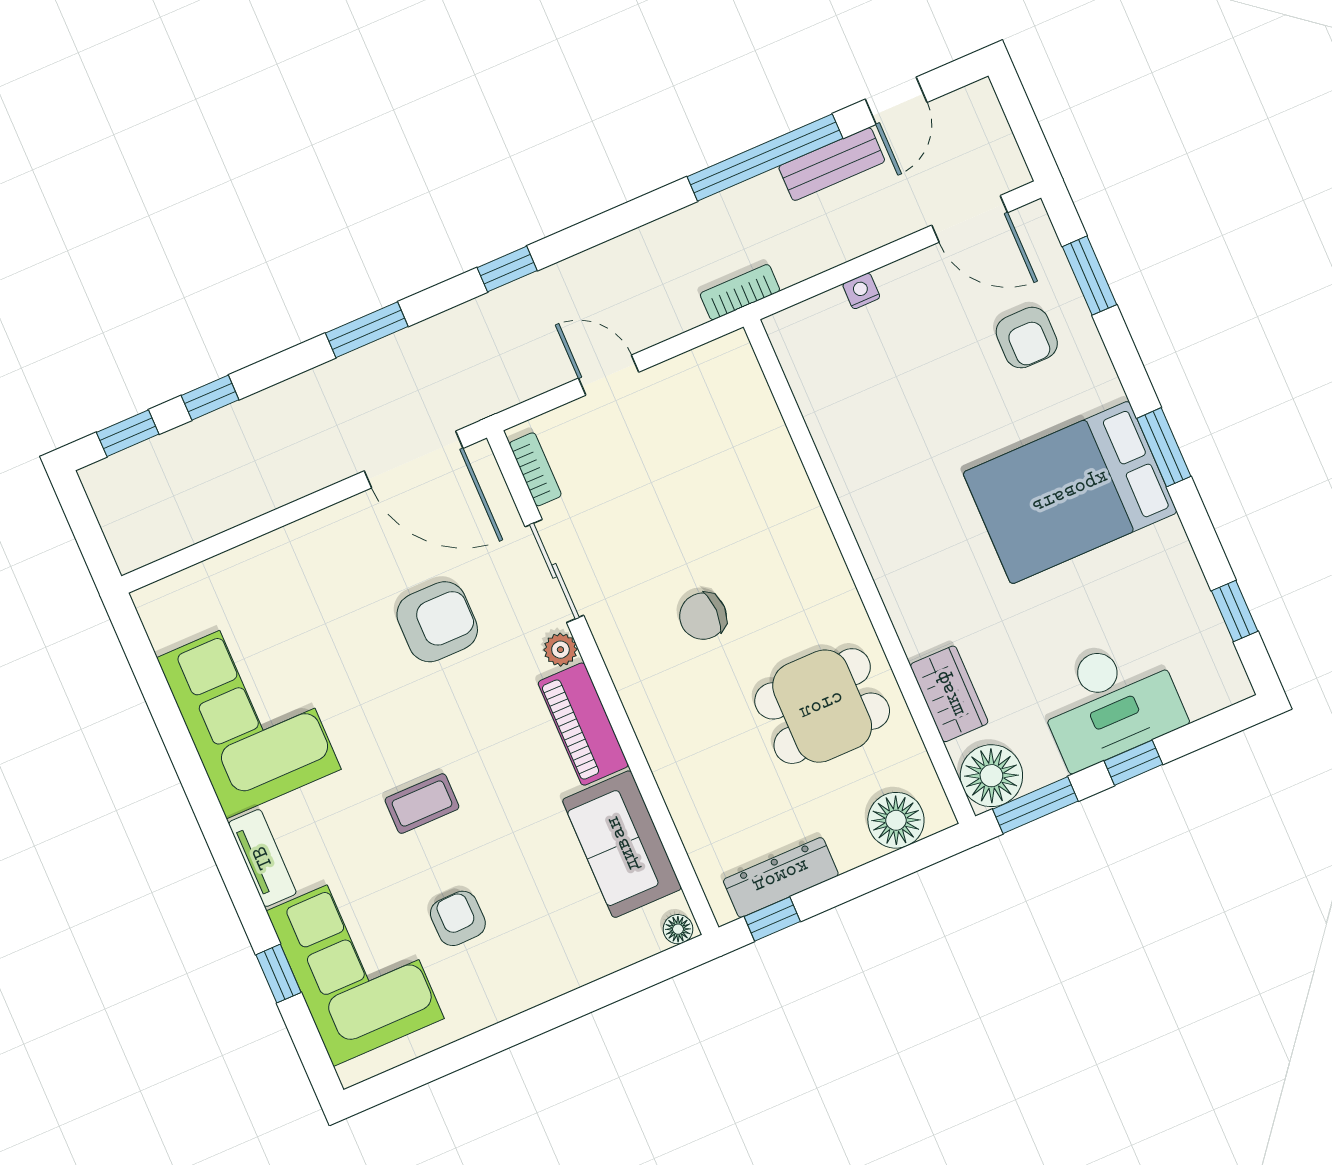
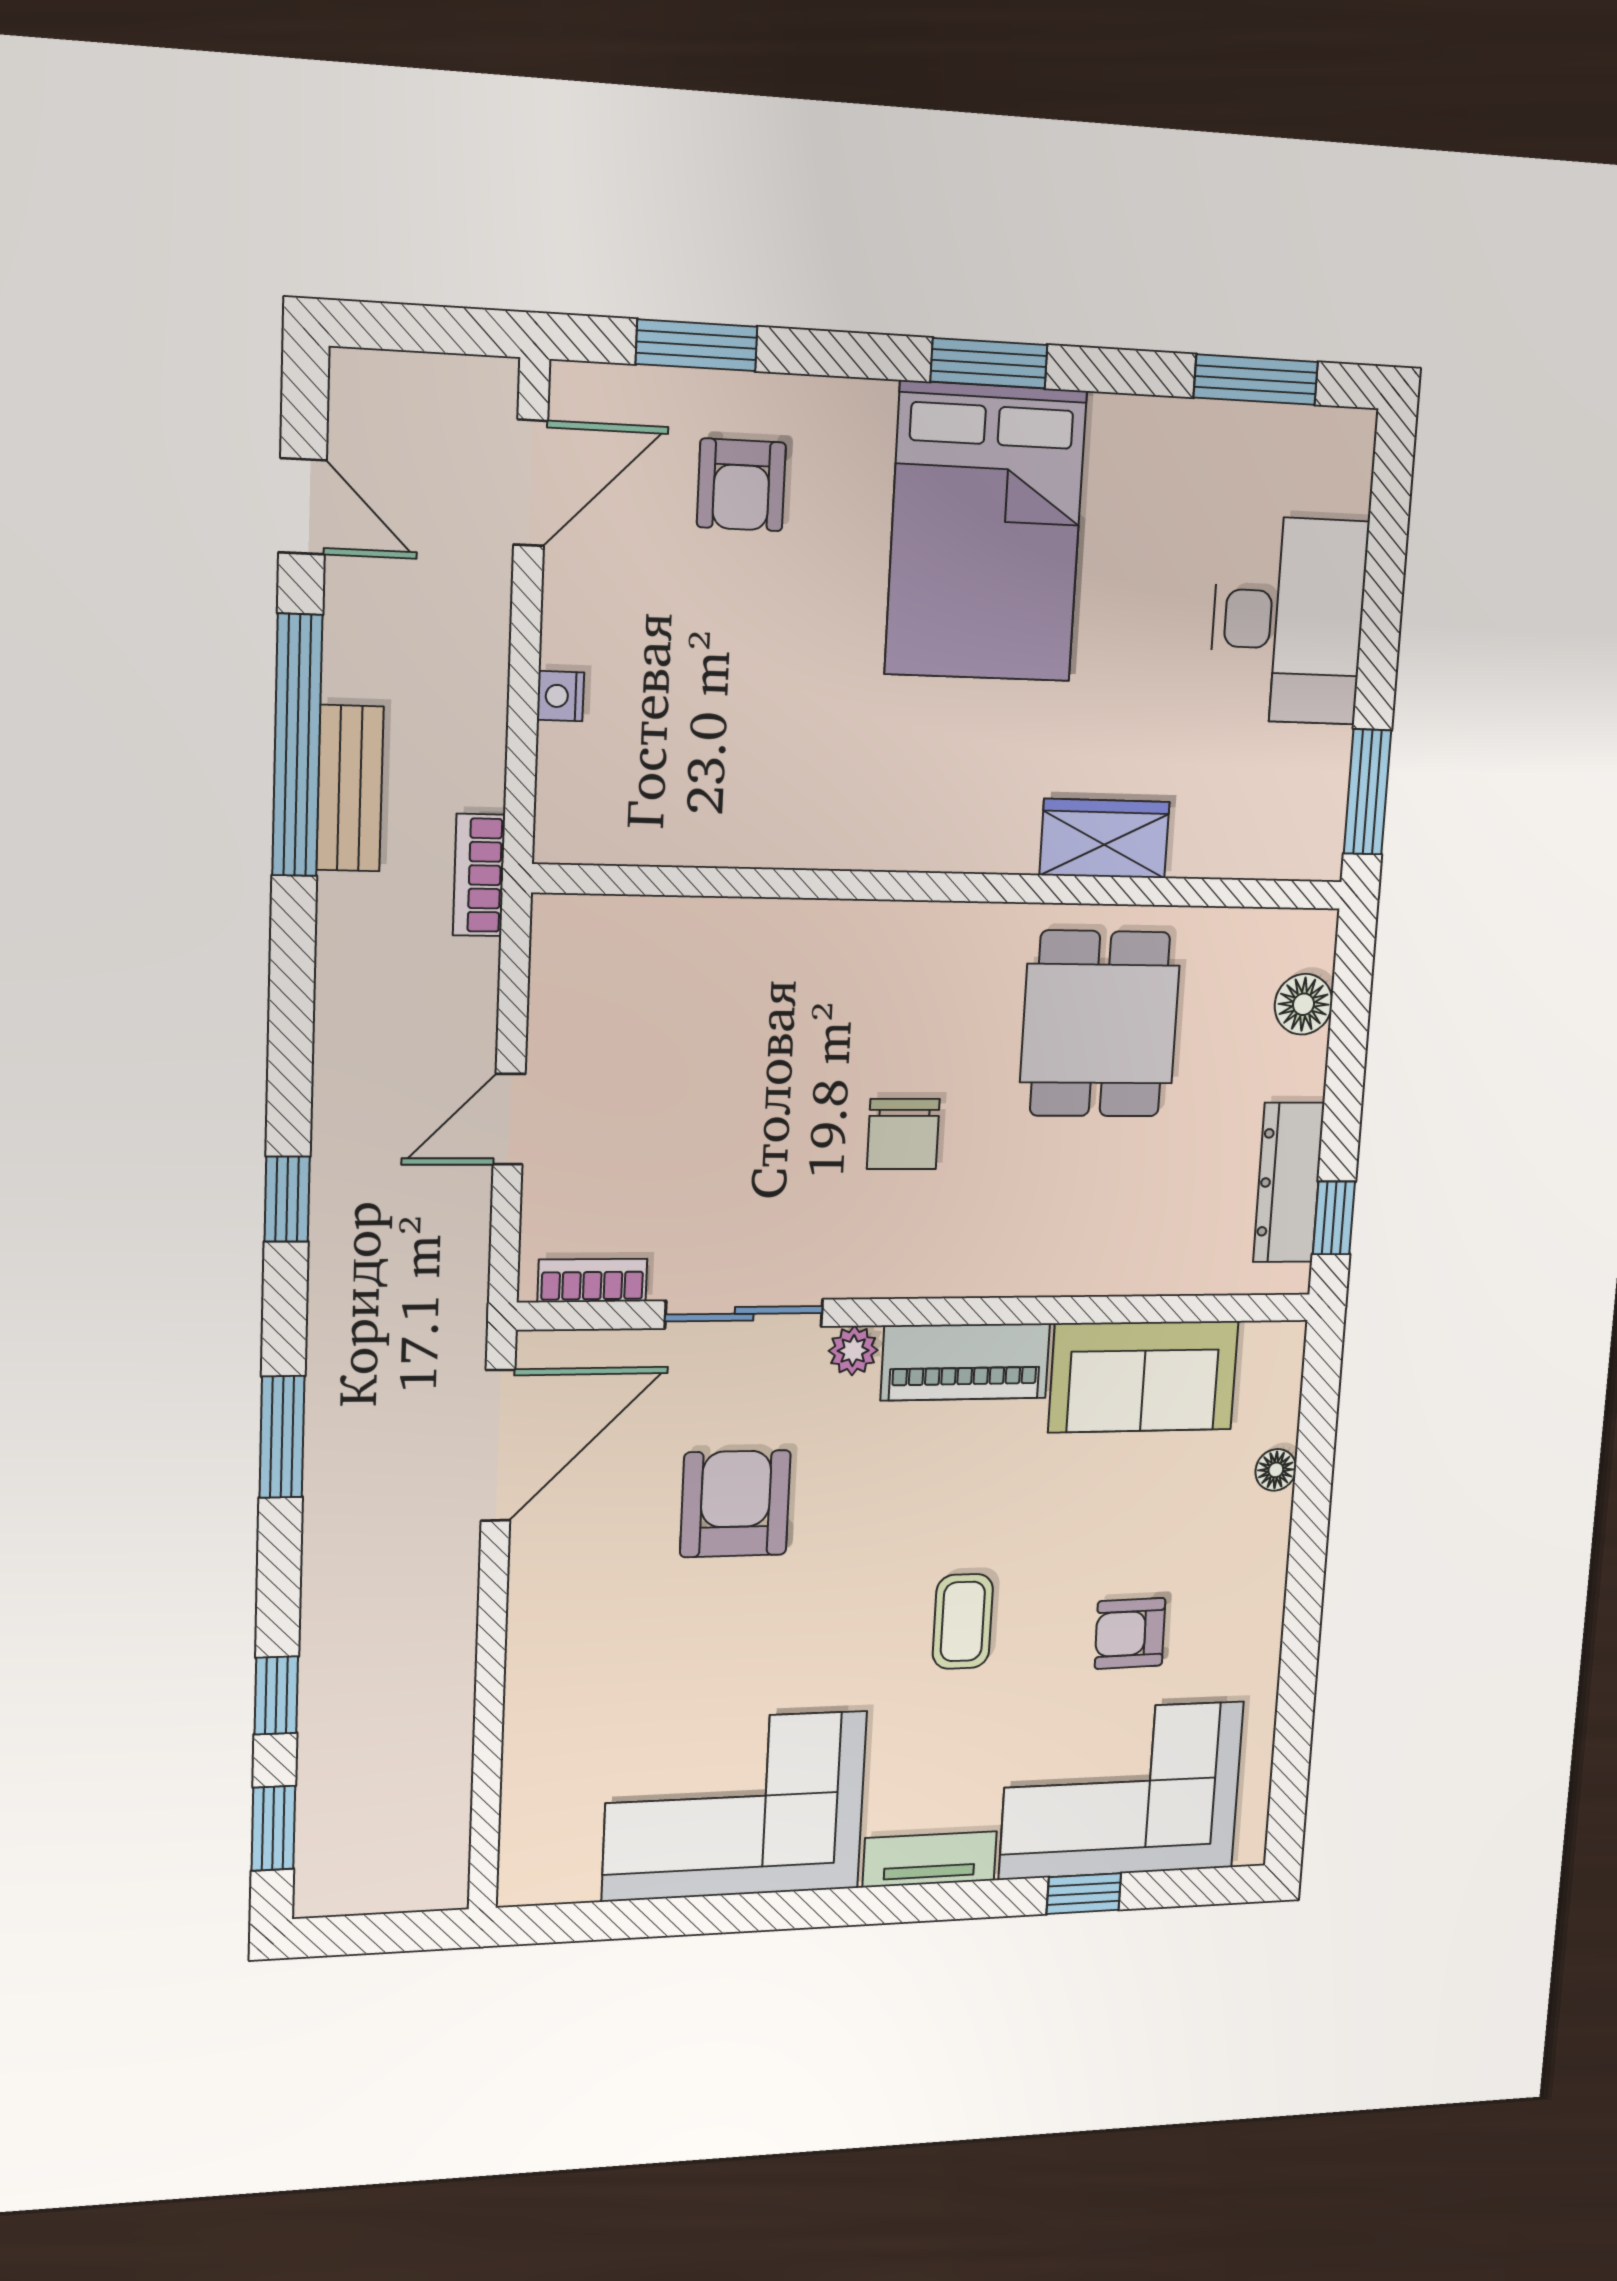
bench: (832, 164) -> (350, 788), moved
armchair: (1027, 338) -> (741, 485), turned 90
window: (1235, 611) -> (1256, 380), width x1.50
wardrobe: (949, 694) -> (1105, 838), moved
window: (1133, 763) -> (1380, 628), removed
floor lamp: (991, 776) -> (1301, 834), removed
floor lamp: (896, 820) -> (1304, 1004), width x0.73, depth x0.73
floor lamp: (678, 929) -> (1276, 1470), moved

